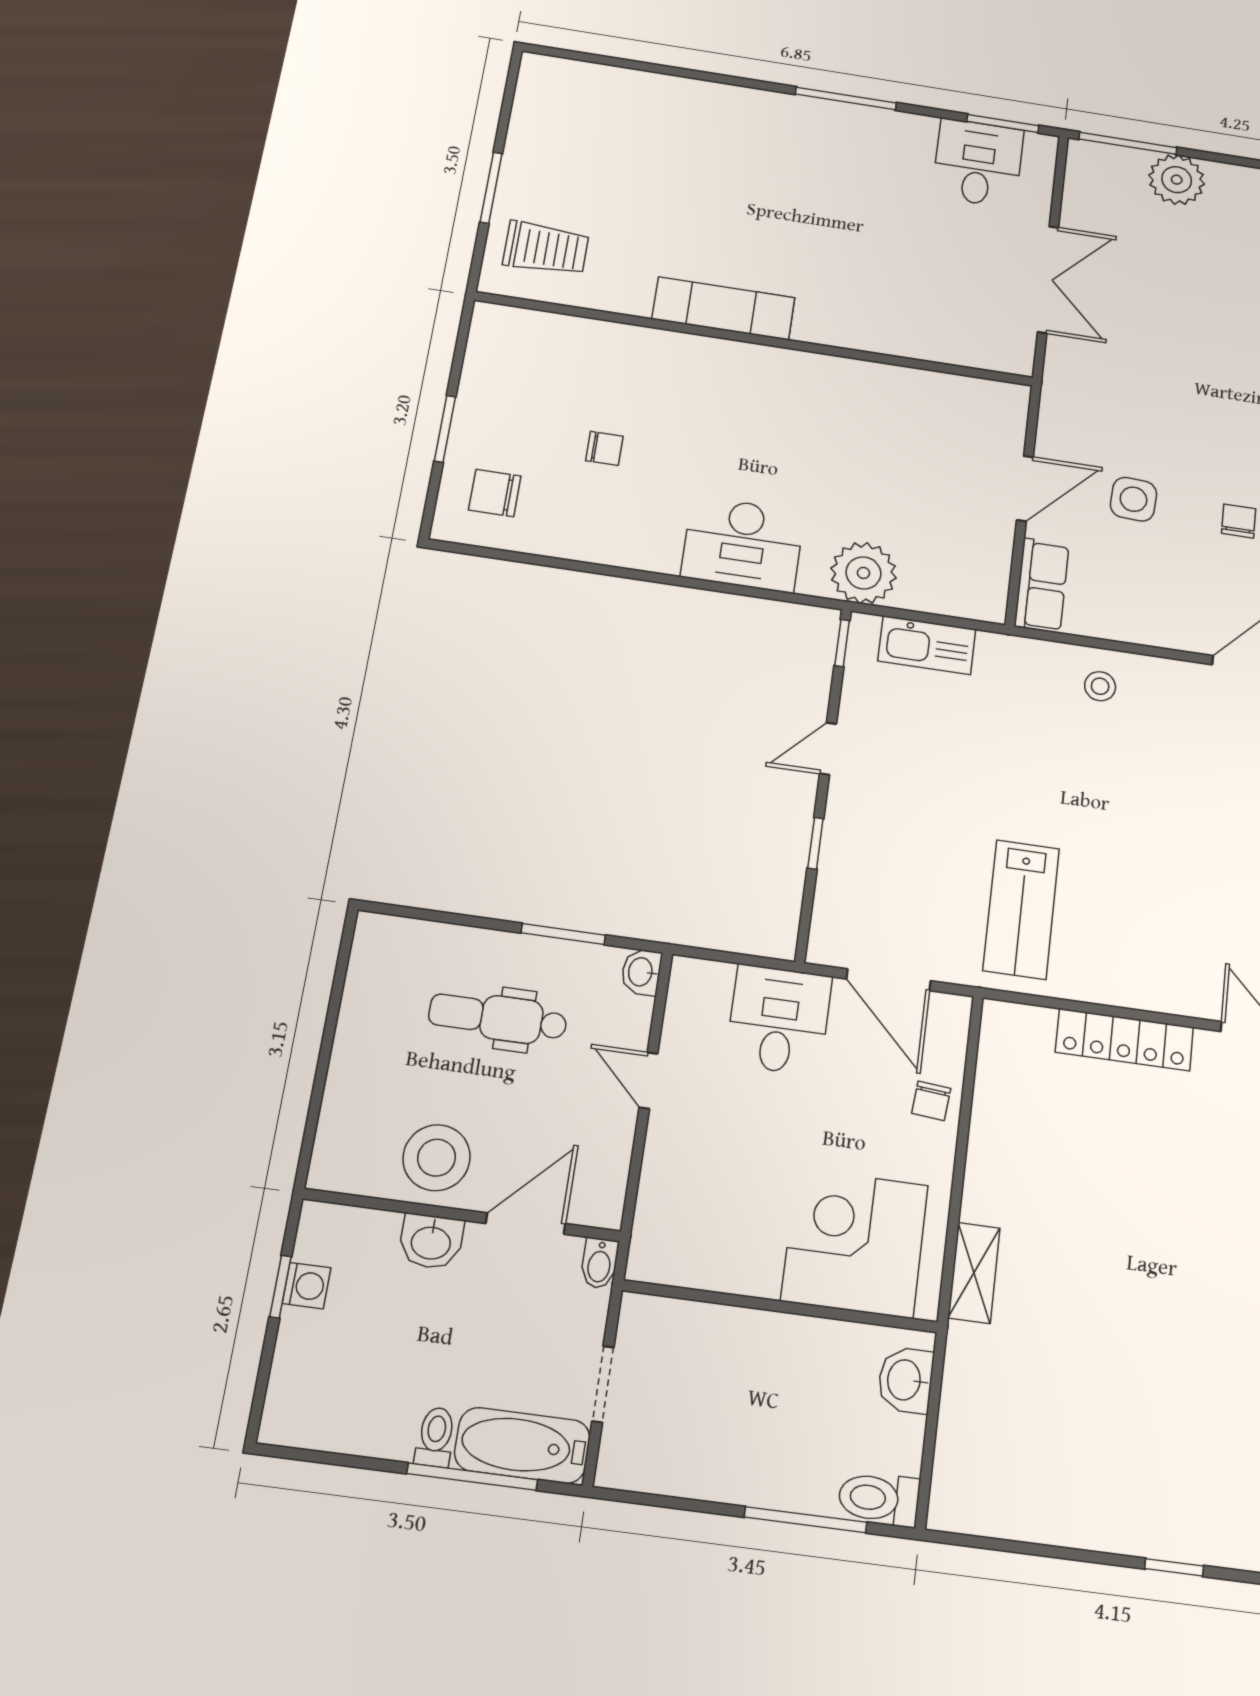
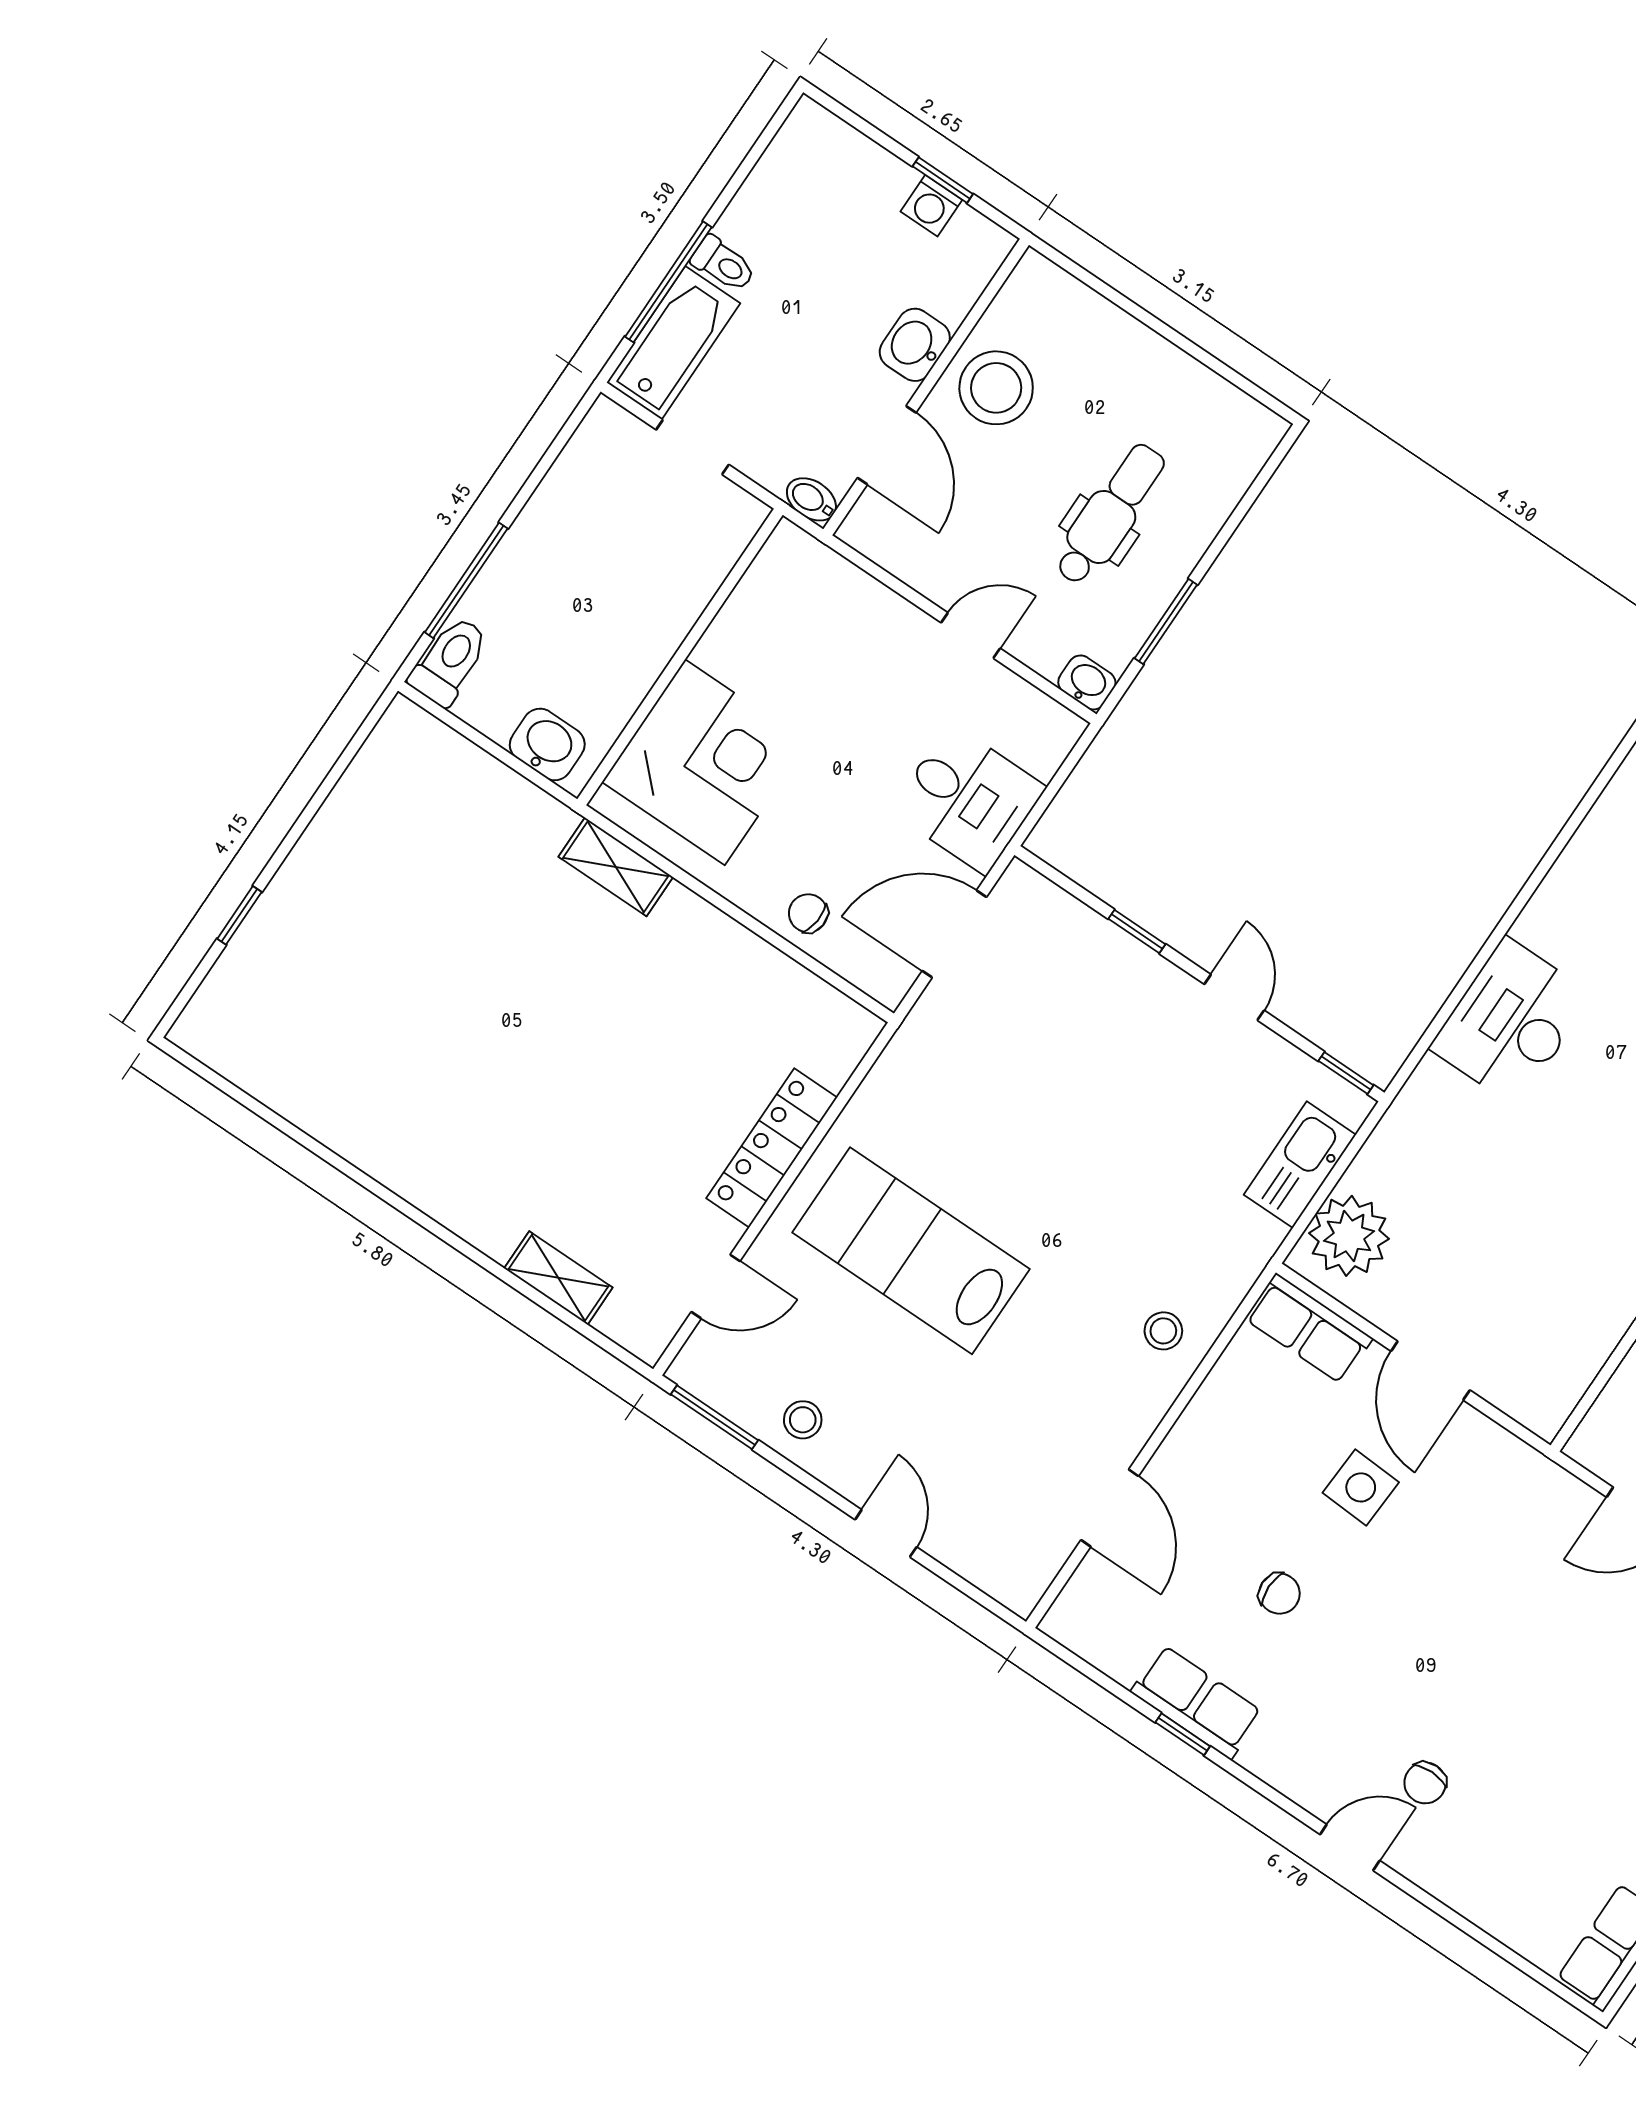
plant: (863, 573) -> (1349, 1236), moved
lab bench: (1021, 909) -> (911, 1251), moved, width x1.36, depth x1.39

